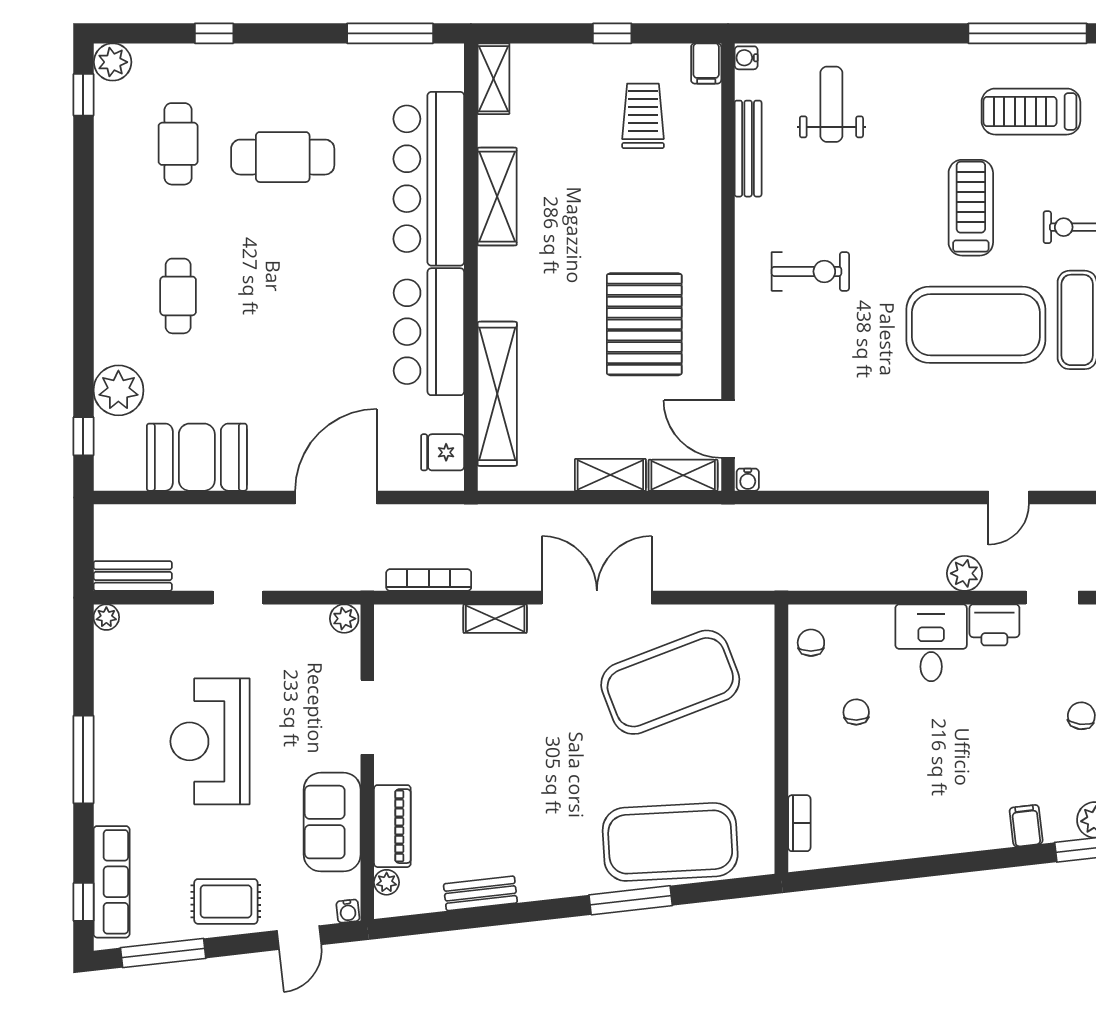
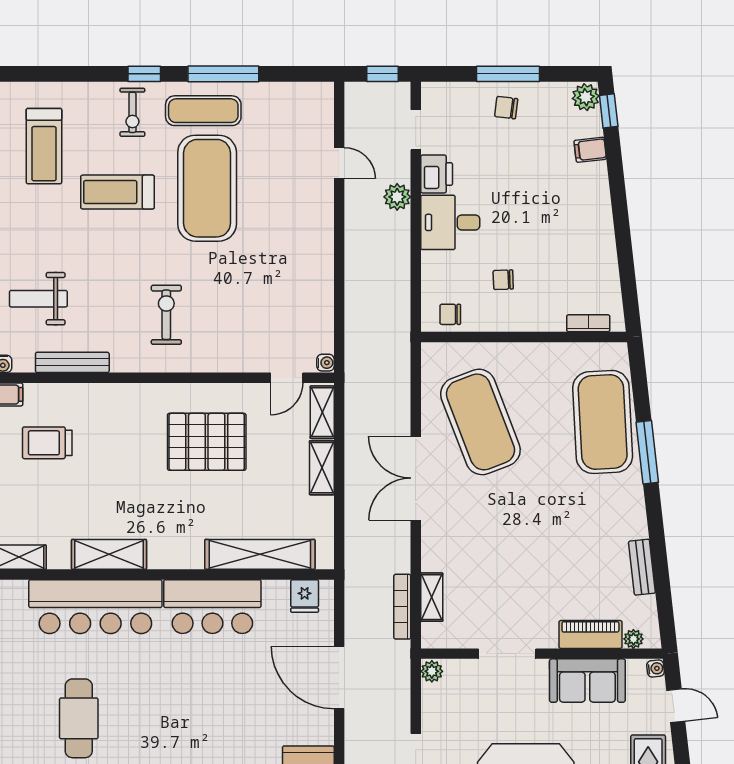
door: (728, 429) -> (287, 378), width x0.73
shelving: (495, 619) -> (432, 597), moved

